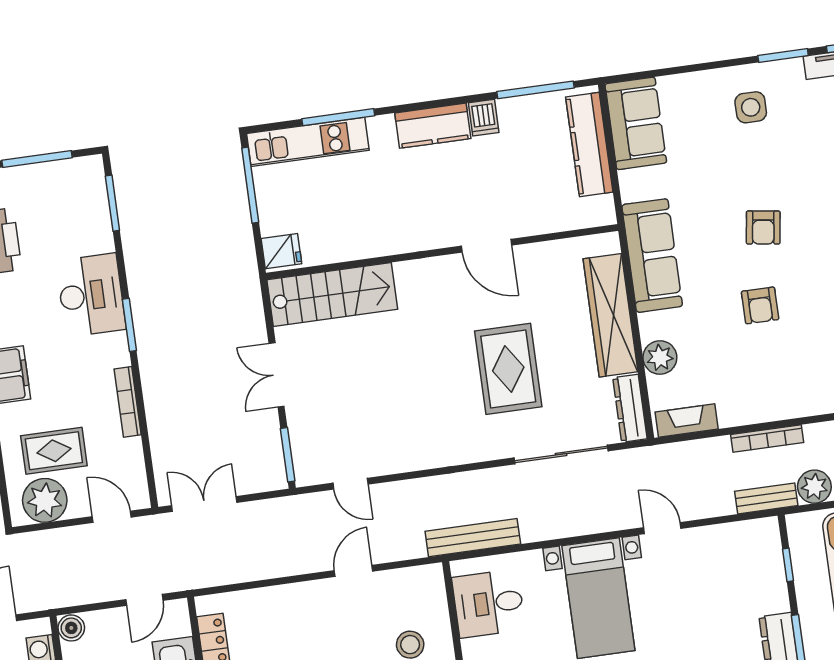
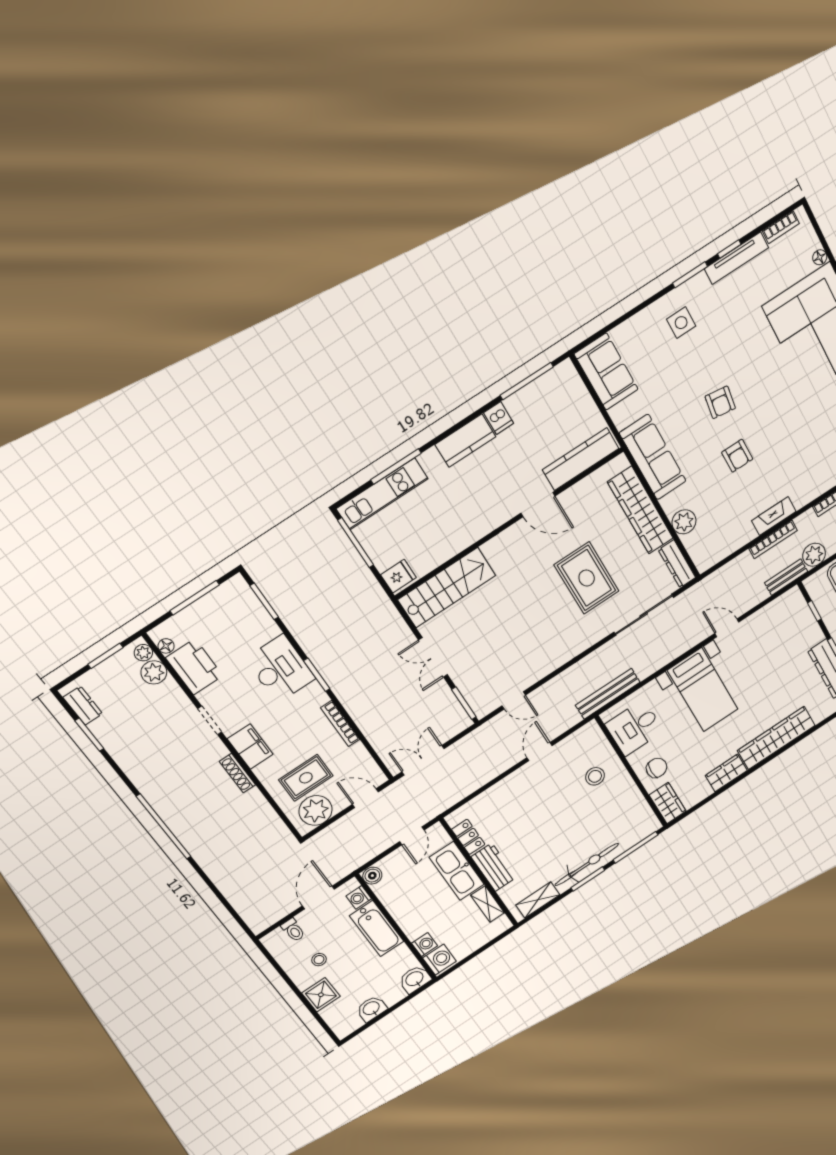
kitchen counter: (589, 145) -> (581, 459), moved, turned 90
fireplace: (687, 421) -> (774, 516), moved

